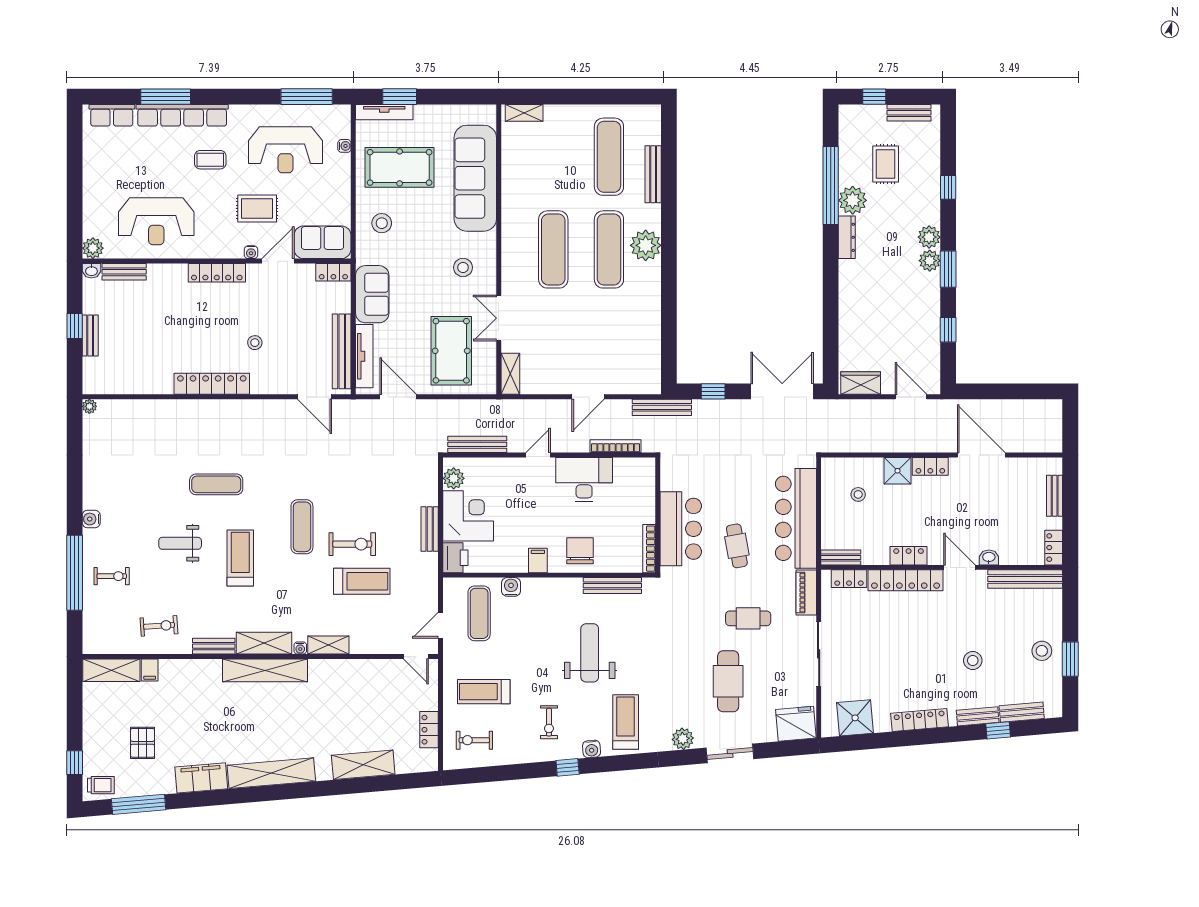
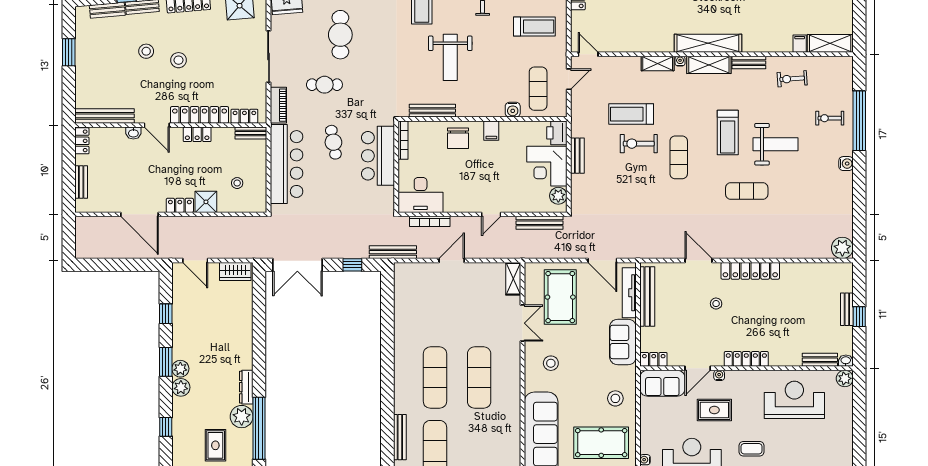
plant: (646, 245) -> (406, 381), removed
door: (314, 397) -> (698, 261), moved
plant: (89, 406) -> (842, 248), width x1.87, depth x1.87
desk: (584, 479) -> (421, 195), moved
weight bench: (180, 543) -> (775, 144), width x1.36, depth x1.33
stool: (1042, 651) -> (179, 60), moved

